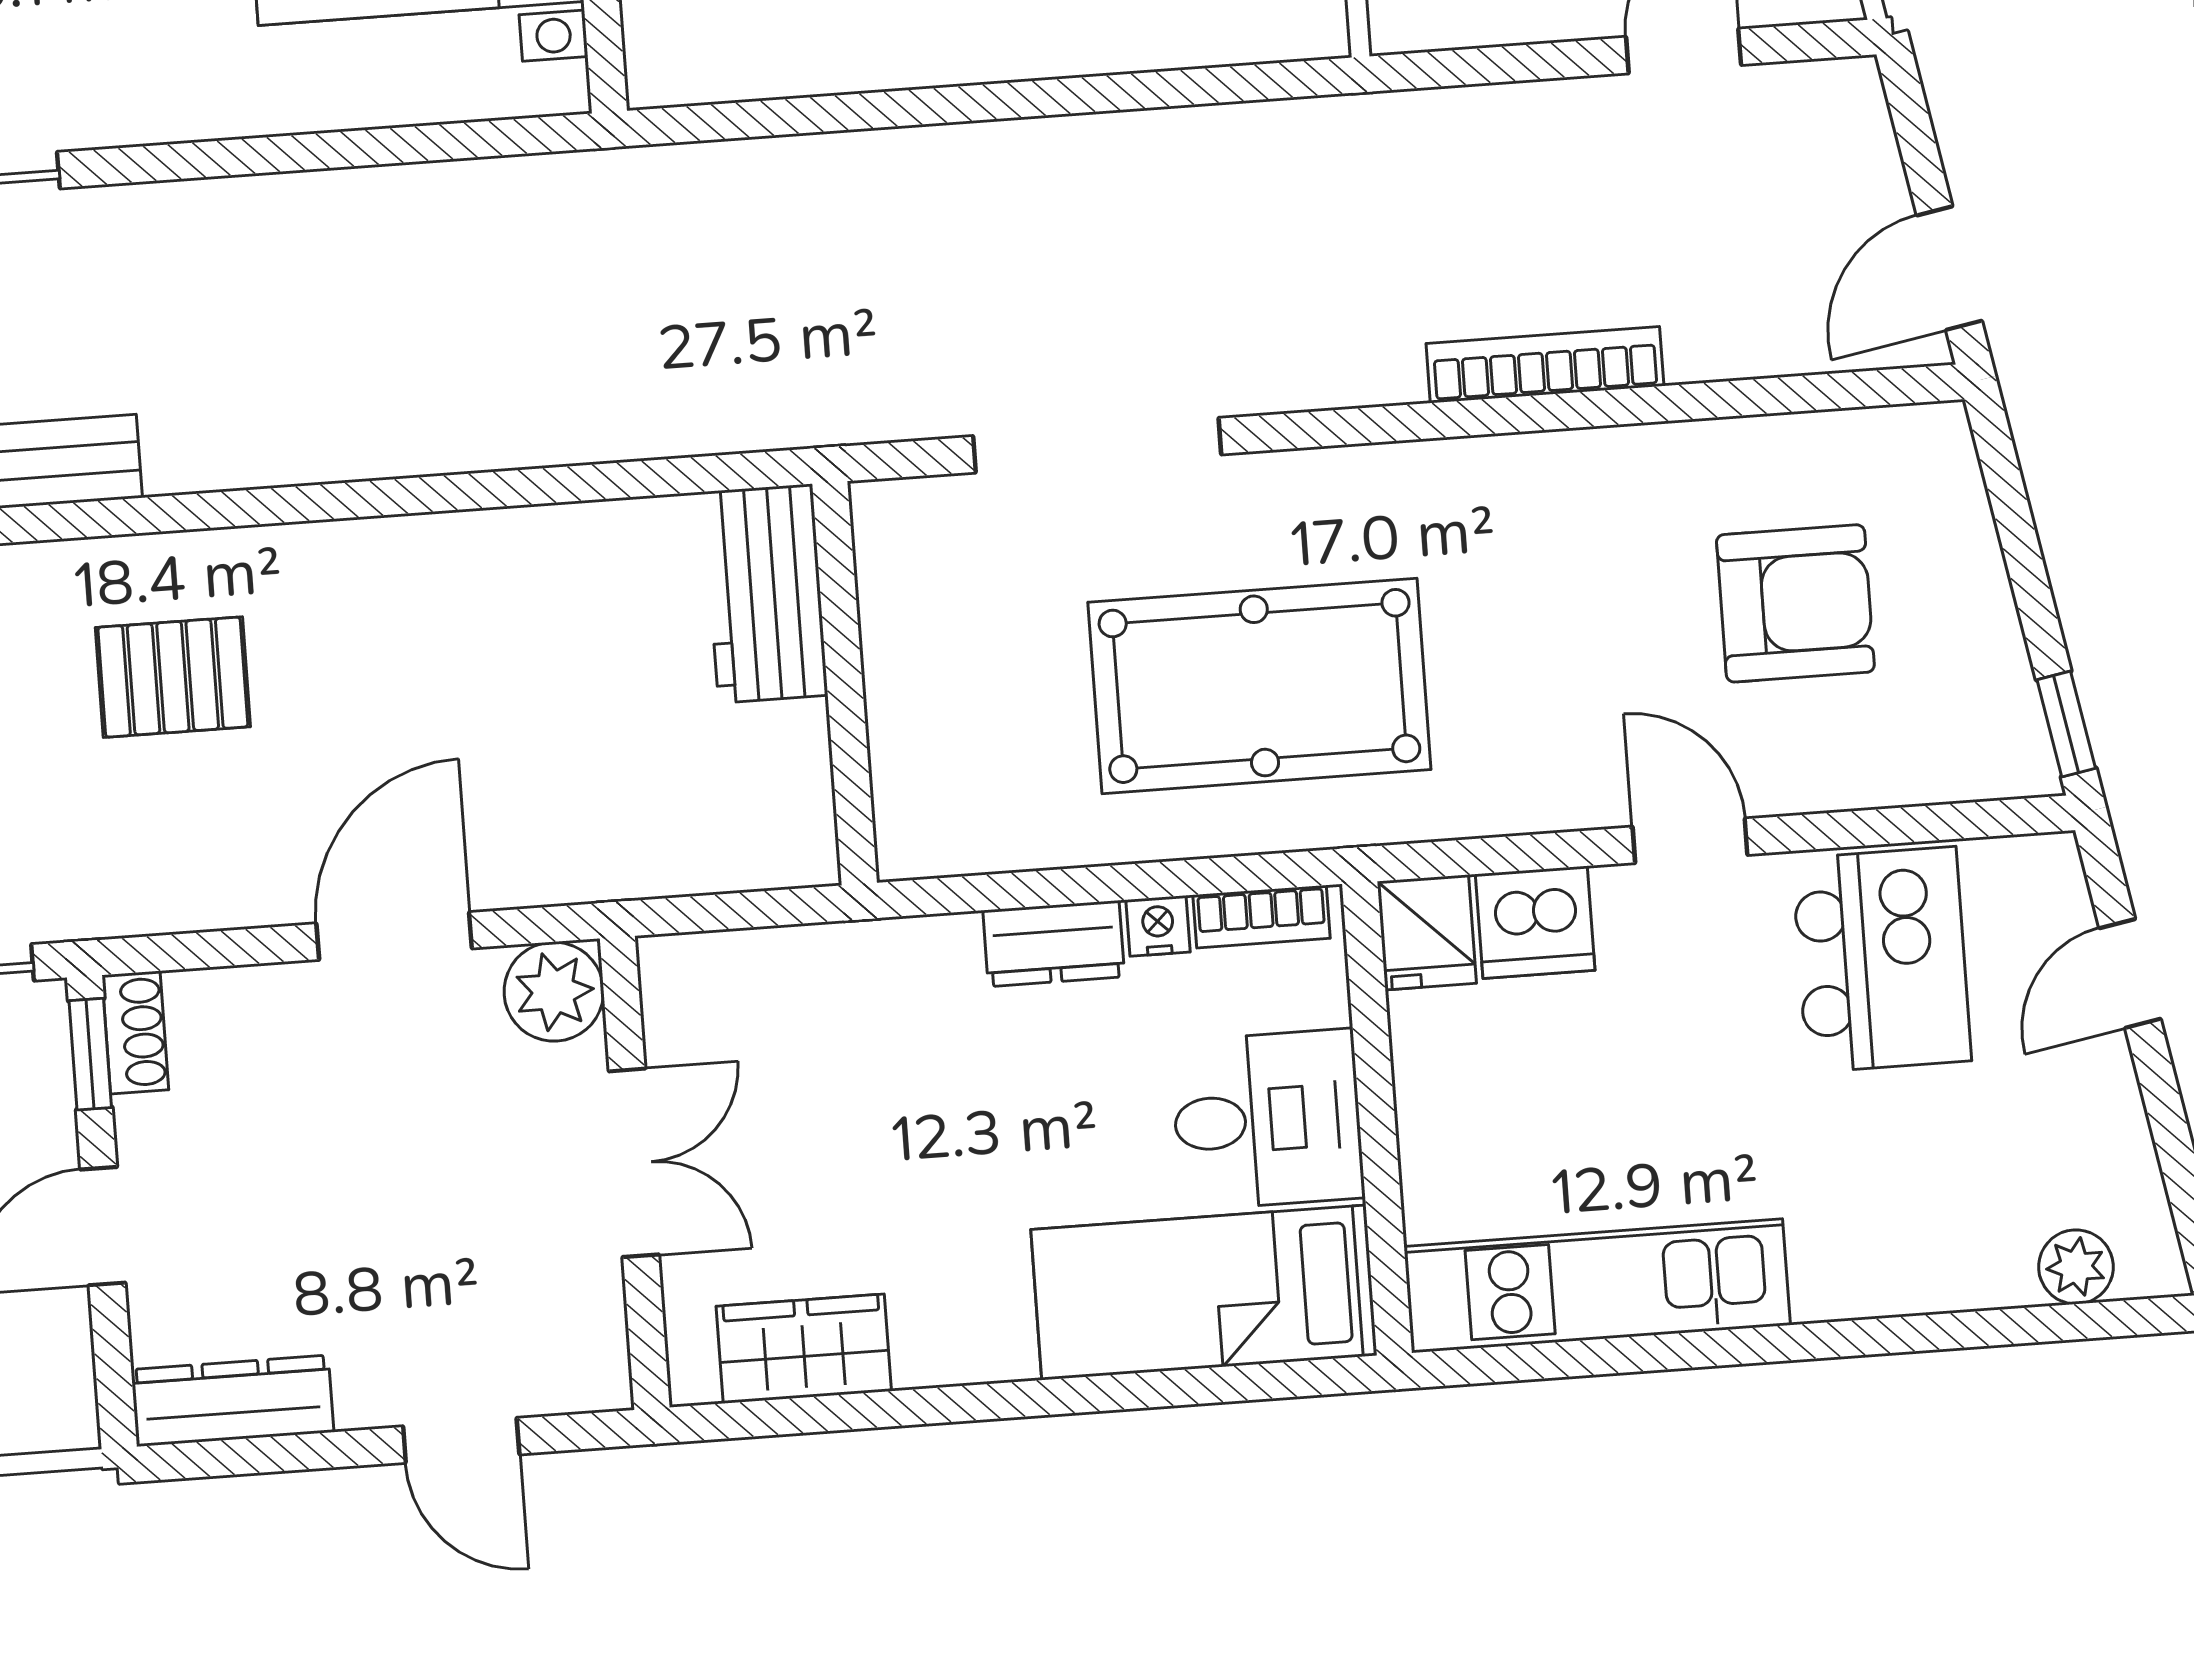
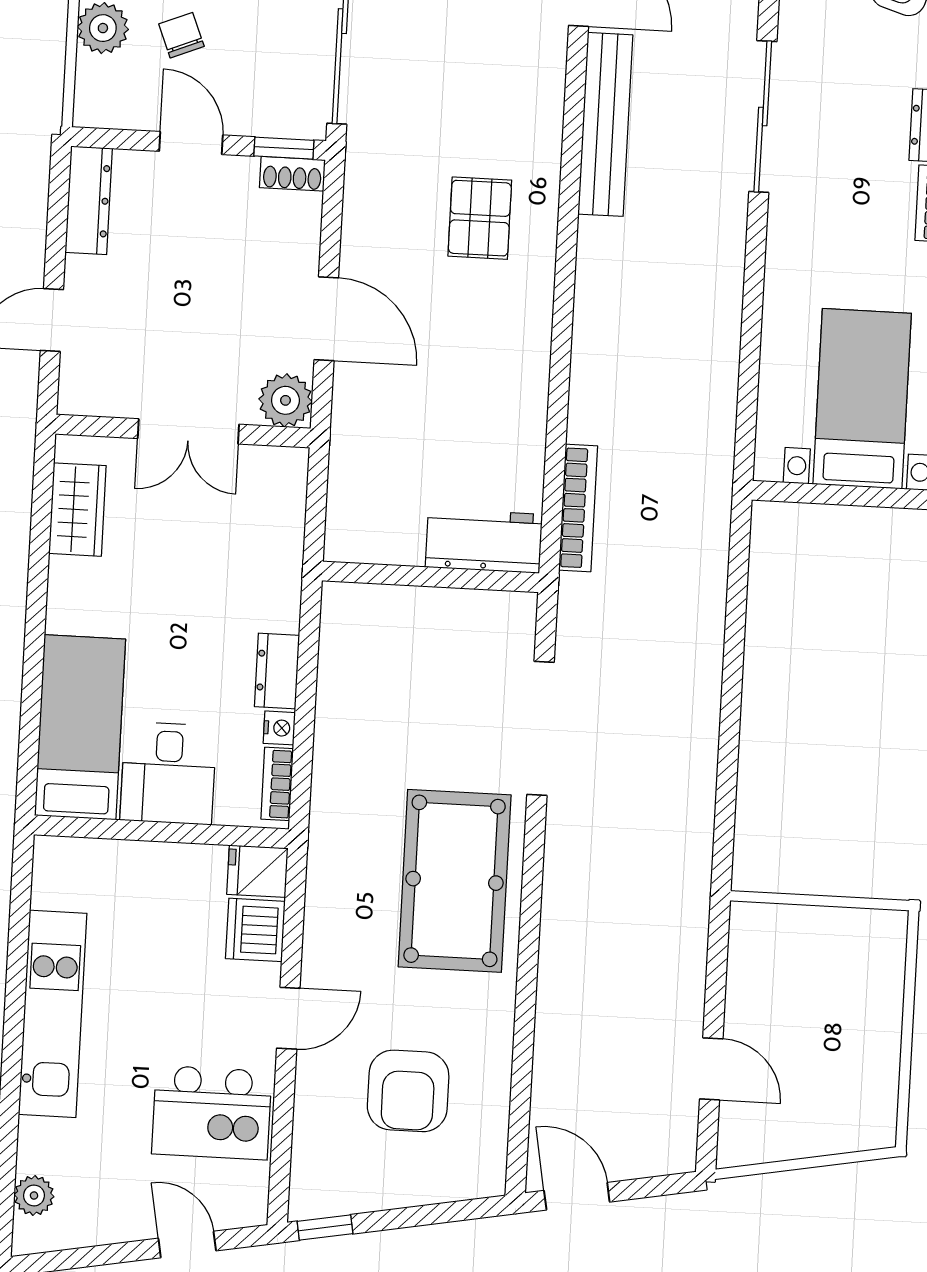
bookcase: (1545, 365) -> (578, 508), moved
pool table: (1259, 686) -> (455, 881), moved
kitchen unit: (1597, 1286) -> (53, 1014), moved

